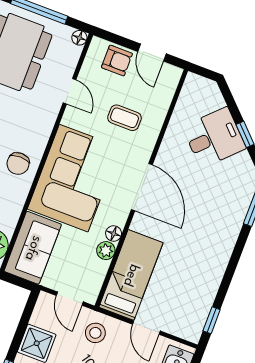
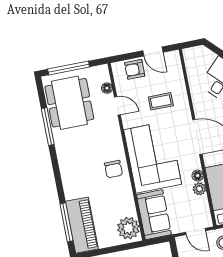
floor lamp: (79, 38) -> (107, 88), moved
armchair: (117, 60) -> (135, 69), turned 180

